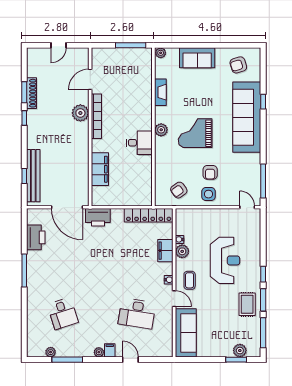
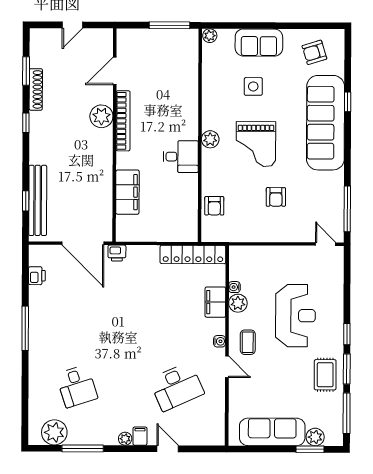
window: (24, 92) -> (26, 71), moved
fireplace: (160, 92) -> (209, 89), removed
grand piano: (195, 133) -> (256, 144), turned -90
armchair: (179, 190) -> (214, 206), moved, turned -54
side table: (209, 194) -> (253, 86), moved
printer: (98, 217) -> (117, 253), width x0.53, depth x0.68
printer: (36, 237) -> (37, 276), width x0.53, depth x0.68
desk: (137, 313) -> (177, 387), turned -33
sofa: (186, 333) -> (272, 432), moved, turned -90
plant: (51, 352) -> (54, 432), width x1.87, depth x1.87

